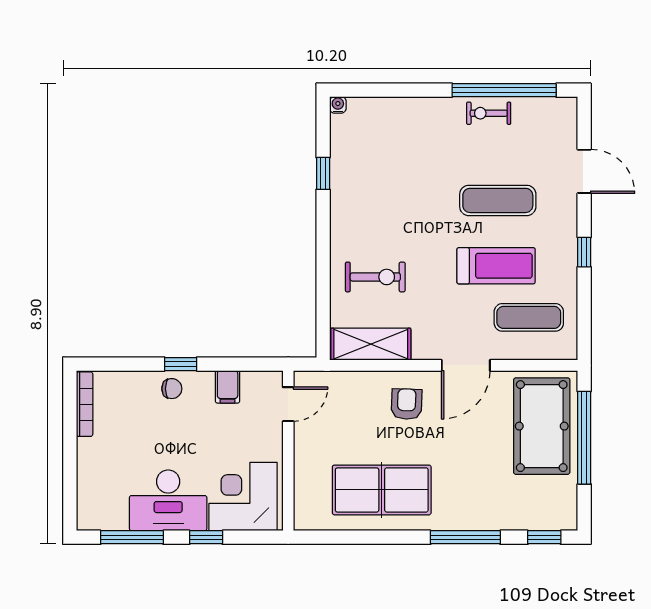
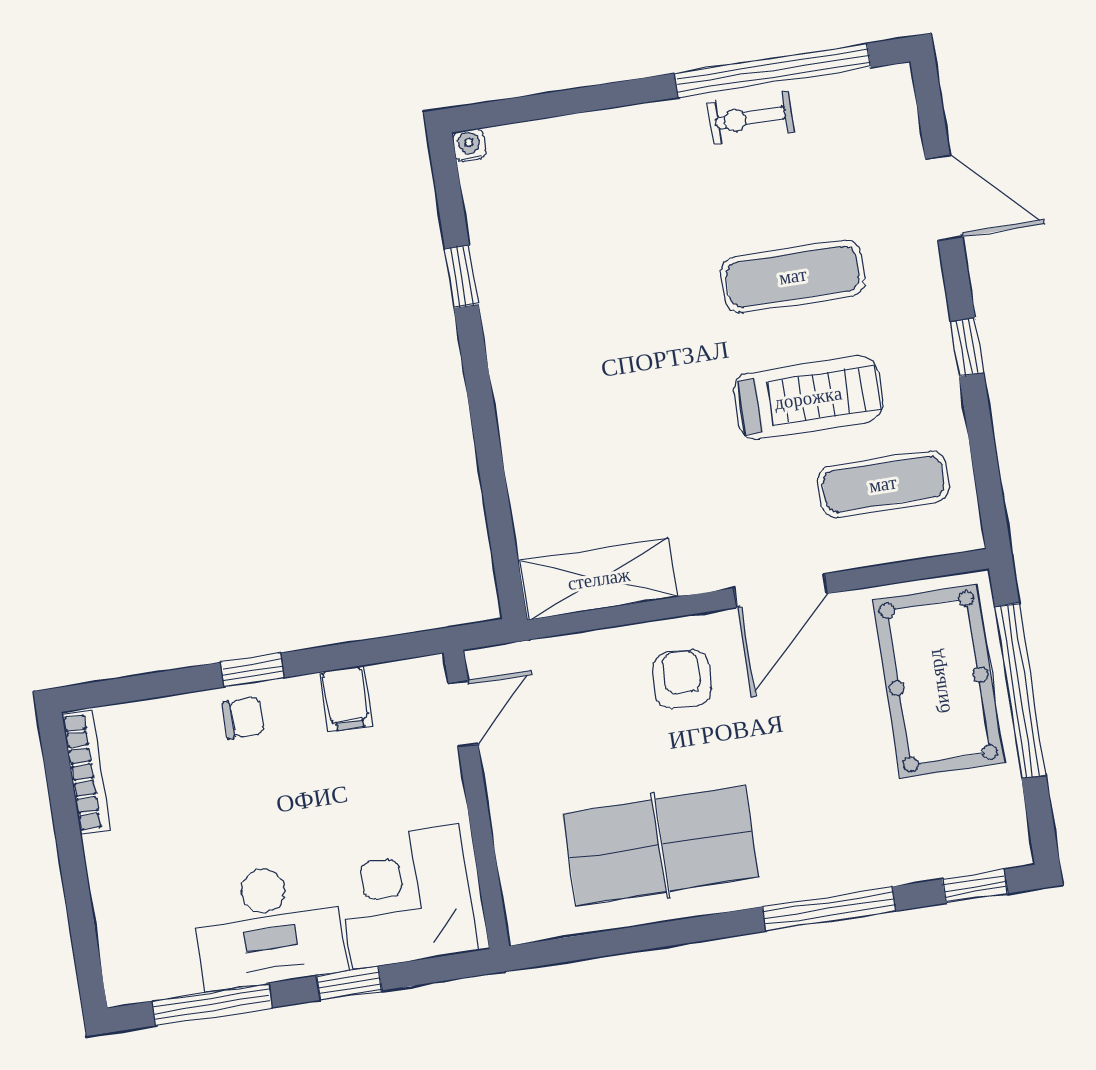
exercise bike: (375, 277) -> (588, 453), removed

